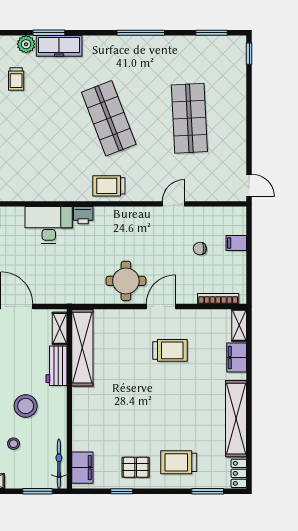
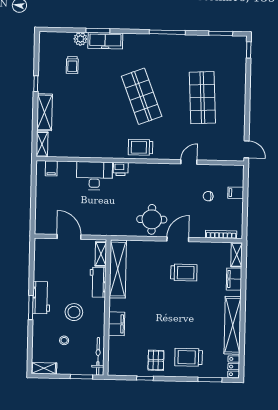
pallet: (136, 467) -> (156, 360), turned 90
filing cabinet: (82, 468) -> (117, 324), moved

